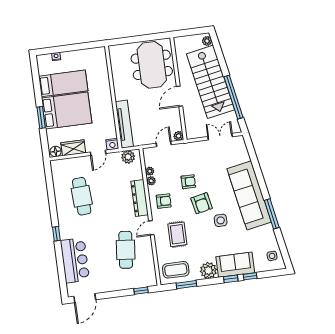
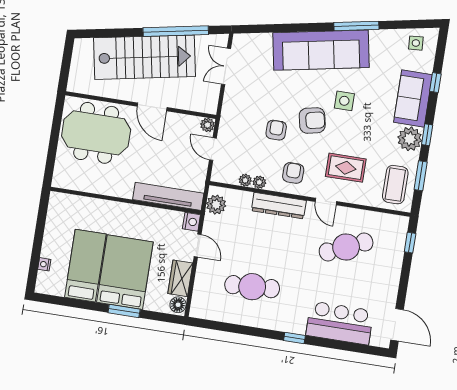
plant: (207, 41) -> (85, 45), removed
cafe table: (126, 250) -> (346, 247), turned -30
window: (231, 279) -> (427, 135), moved

